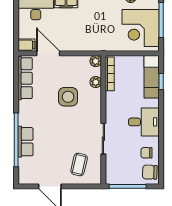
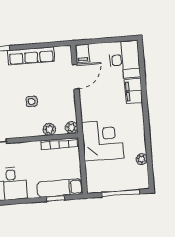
corner desk: (141, 28) -> (103, 140), moved, turned 90
row of seats: (25, 78) -> (31, 56), moved
side table: (68, 97) -> (31, 101), width x0.54, depth x0.54

